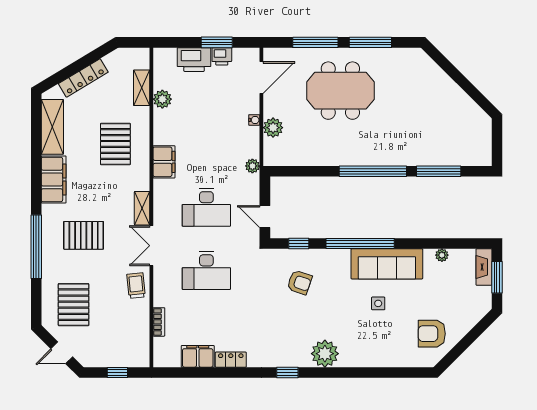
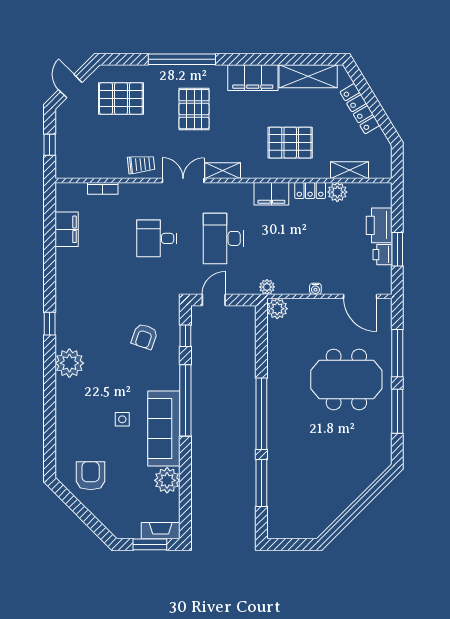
meeting table: (340, 91) -> (346, 380), turned 90
plant: (273, 128) -> (277, 309), moved
plant: (442, 255) -> (167, 480), width x1.87, depth x1.87
desk: (206, 271) -> (157, 238), width x0.73
locker: (231, 360) -> (310, 190), moved, turned 90

